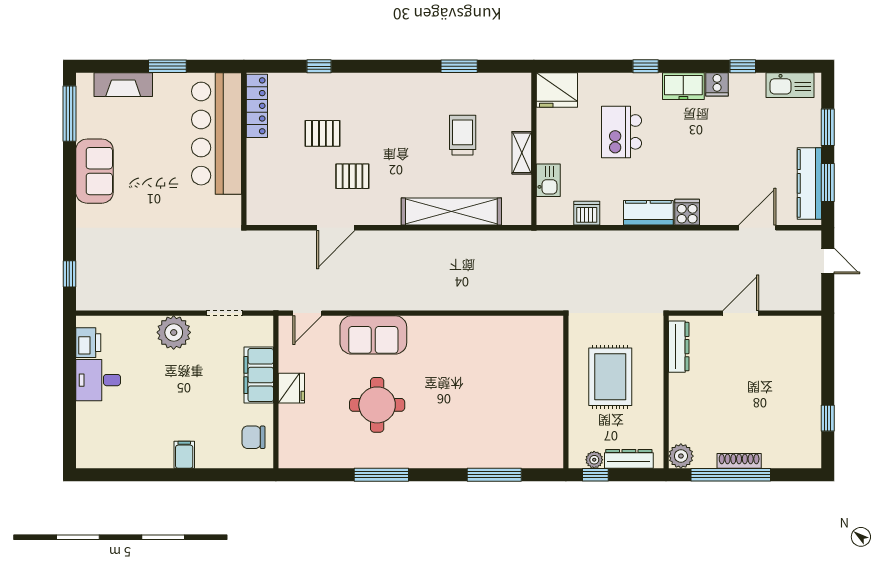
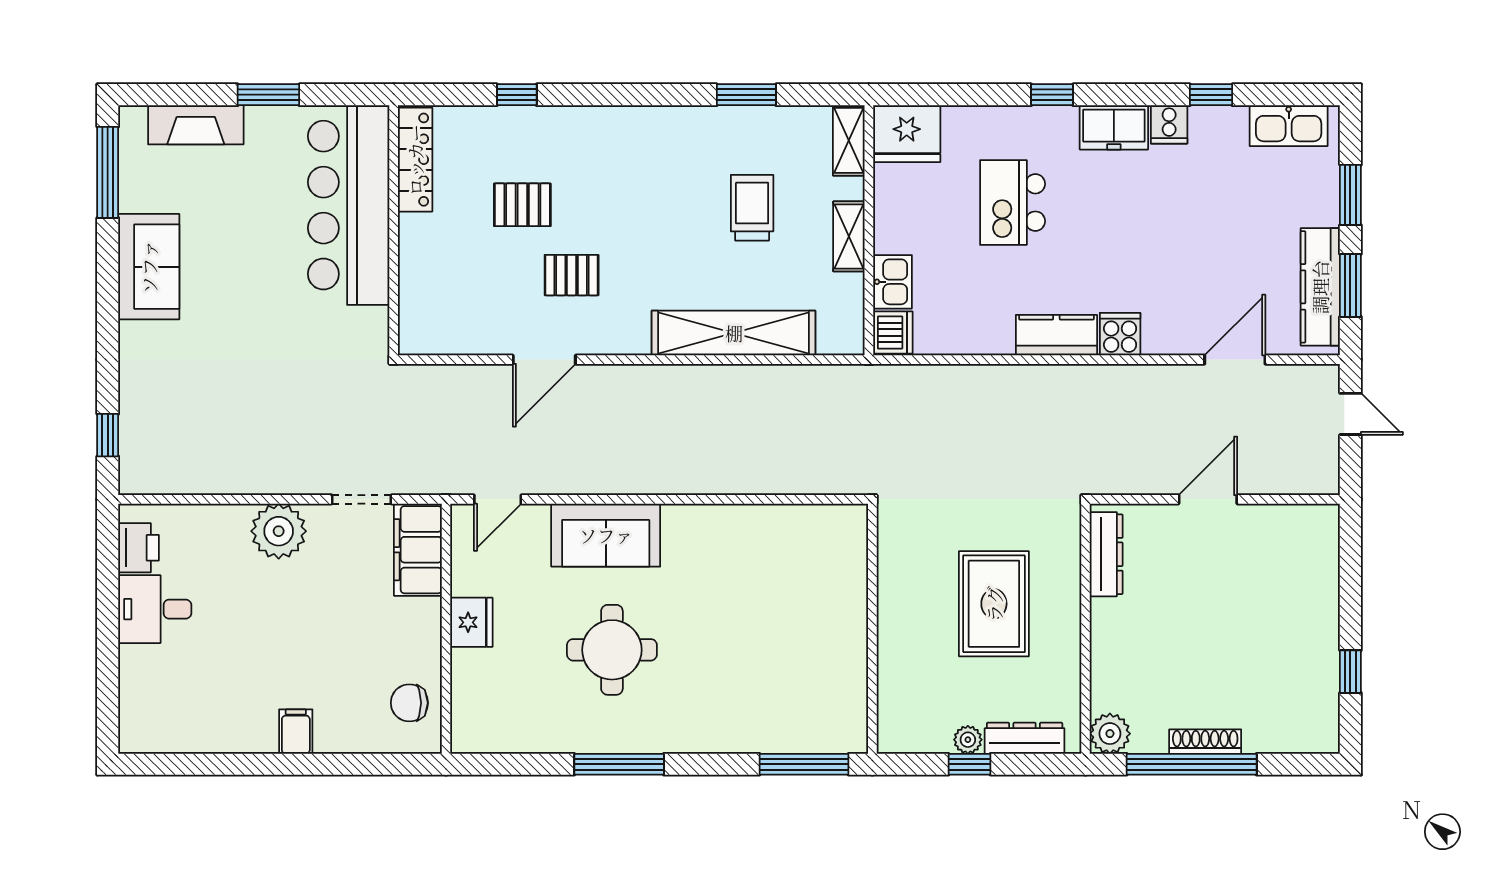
shelving: (522, 94) -> (849, 140), added
dishwasher: (587, 213) -> (893, 332), moved, turned 90
filing cabinet: (259, 375) -> (418, 550), moved
wall: (566, 392) -> (872, 629), moved

